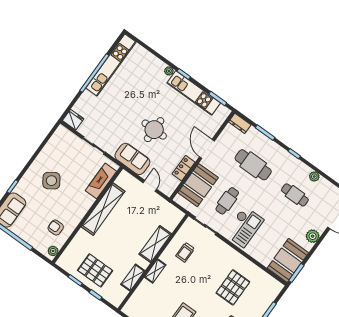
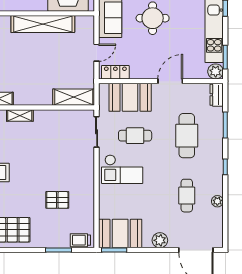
plant: (223, 112) -> (216, 71), added
locker: (184, 168) -> (115, 72), moved
shelving: (155, 244) -> (74, 97), moved
trolley: (185, 252) -> (80, 240), moved
pallet: (233, 287) -> (57, 200), width x0.67, depth x0.71

